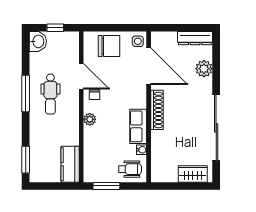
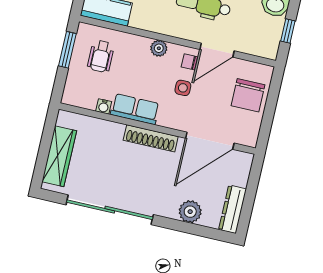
side table: (138, 41) -> (183, 88), moved
wheelchair: (130, 169) -> (101, 56), moved
wardrobe: (193, 174) -> (59, 156), width x1.50

